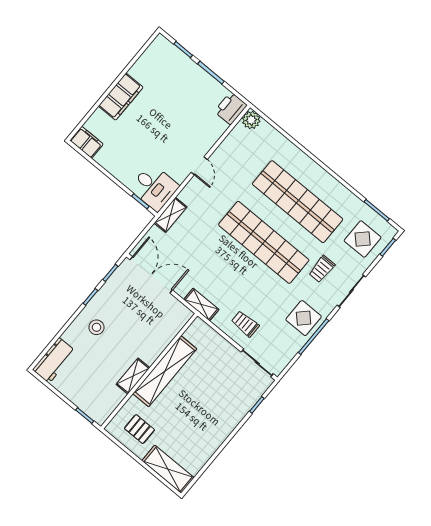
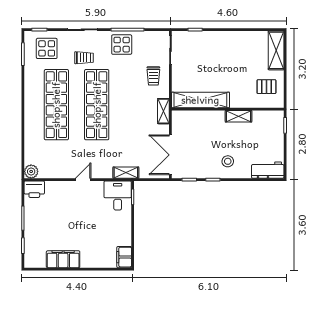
filing cabinet: (121, 97) -> (63, 259), moved
shelving: (165, 371) -> (200, 100), moved
pallet: (139, 429) -> (266, 87), turned 90

